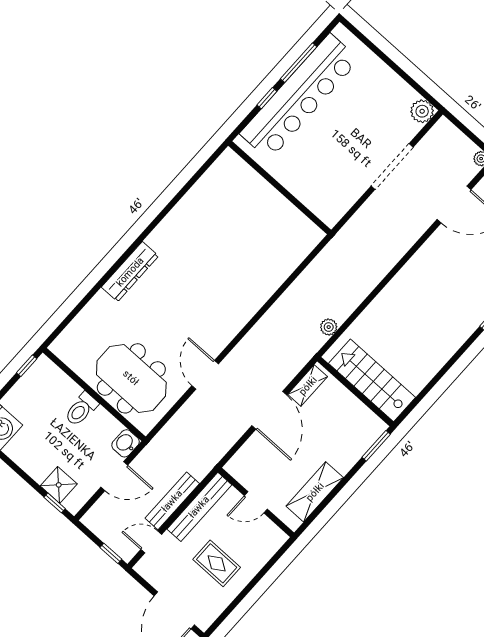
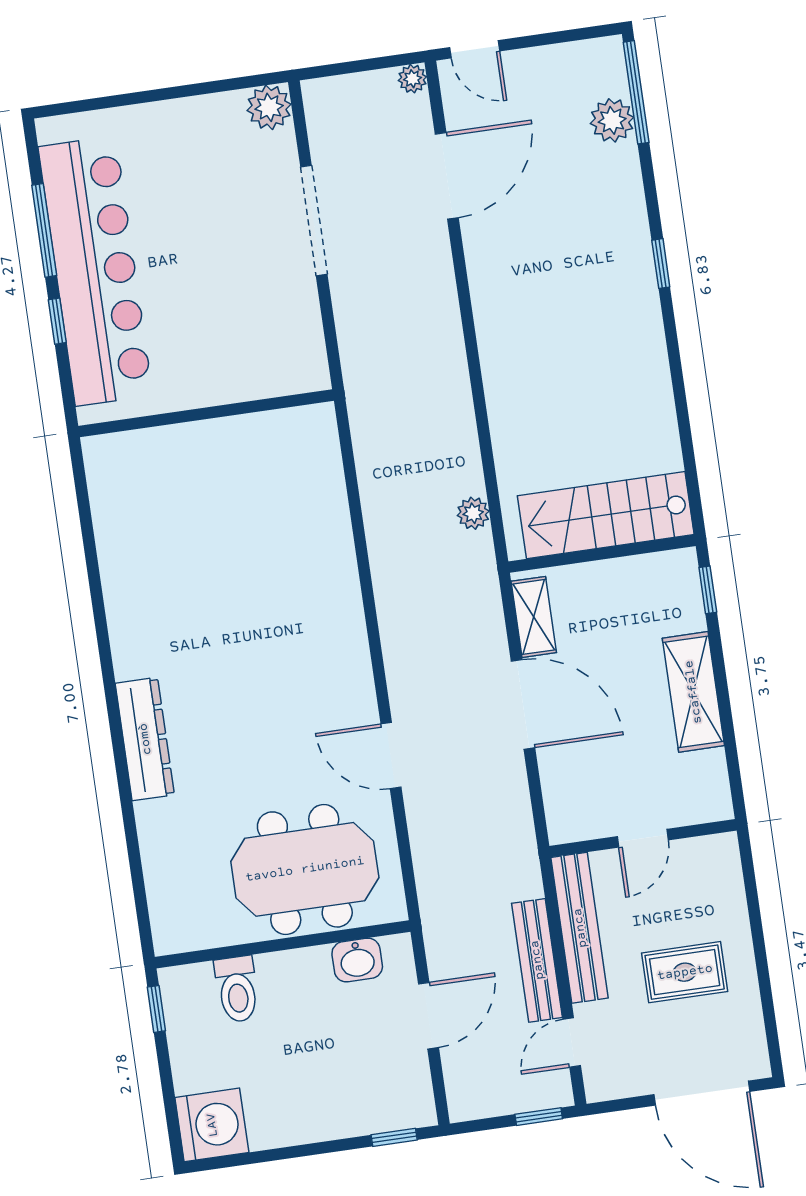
toilet: (81, 409) -> (237, 989), moved
washbasin: (126, 443) -> (357, 960), moved, turned -90
window: (376, 446) -> (708, 590), width x0.67
shower: (59, 485) -> (373, 1109), removed
shelving: (315, 492) -> (693, 692), moved

